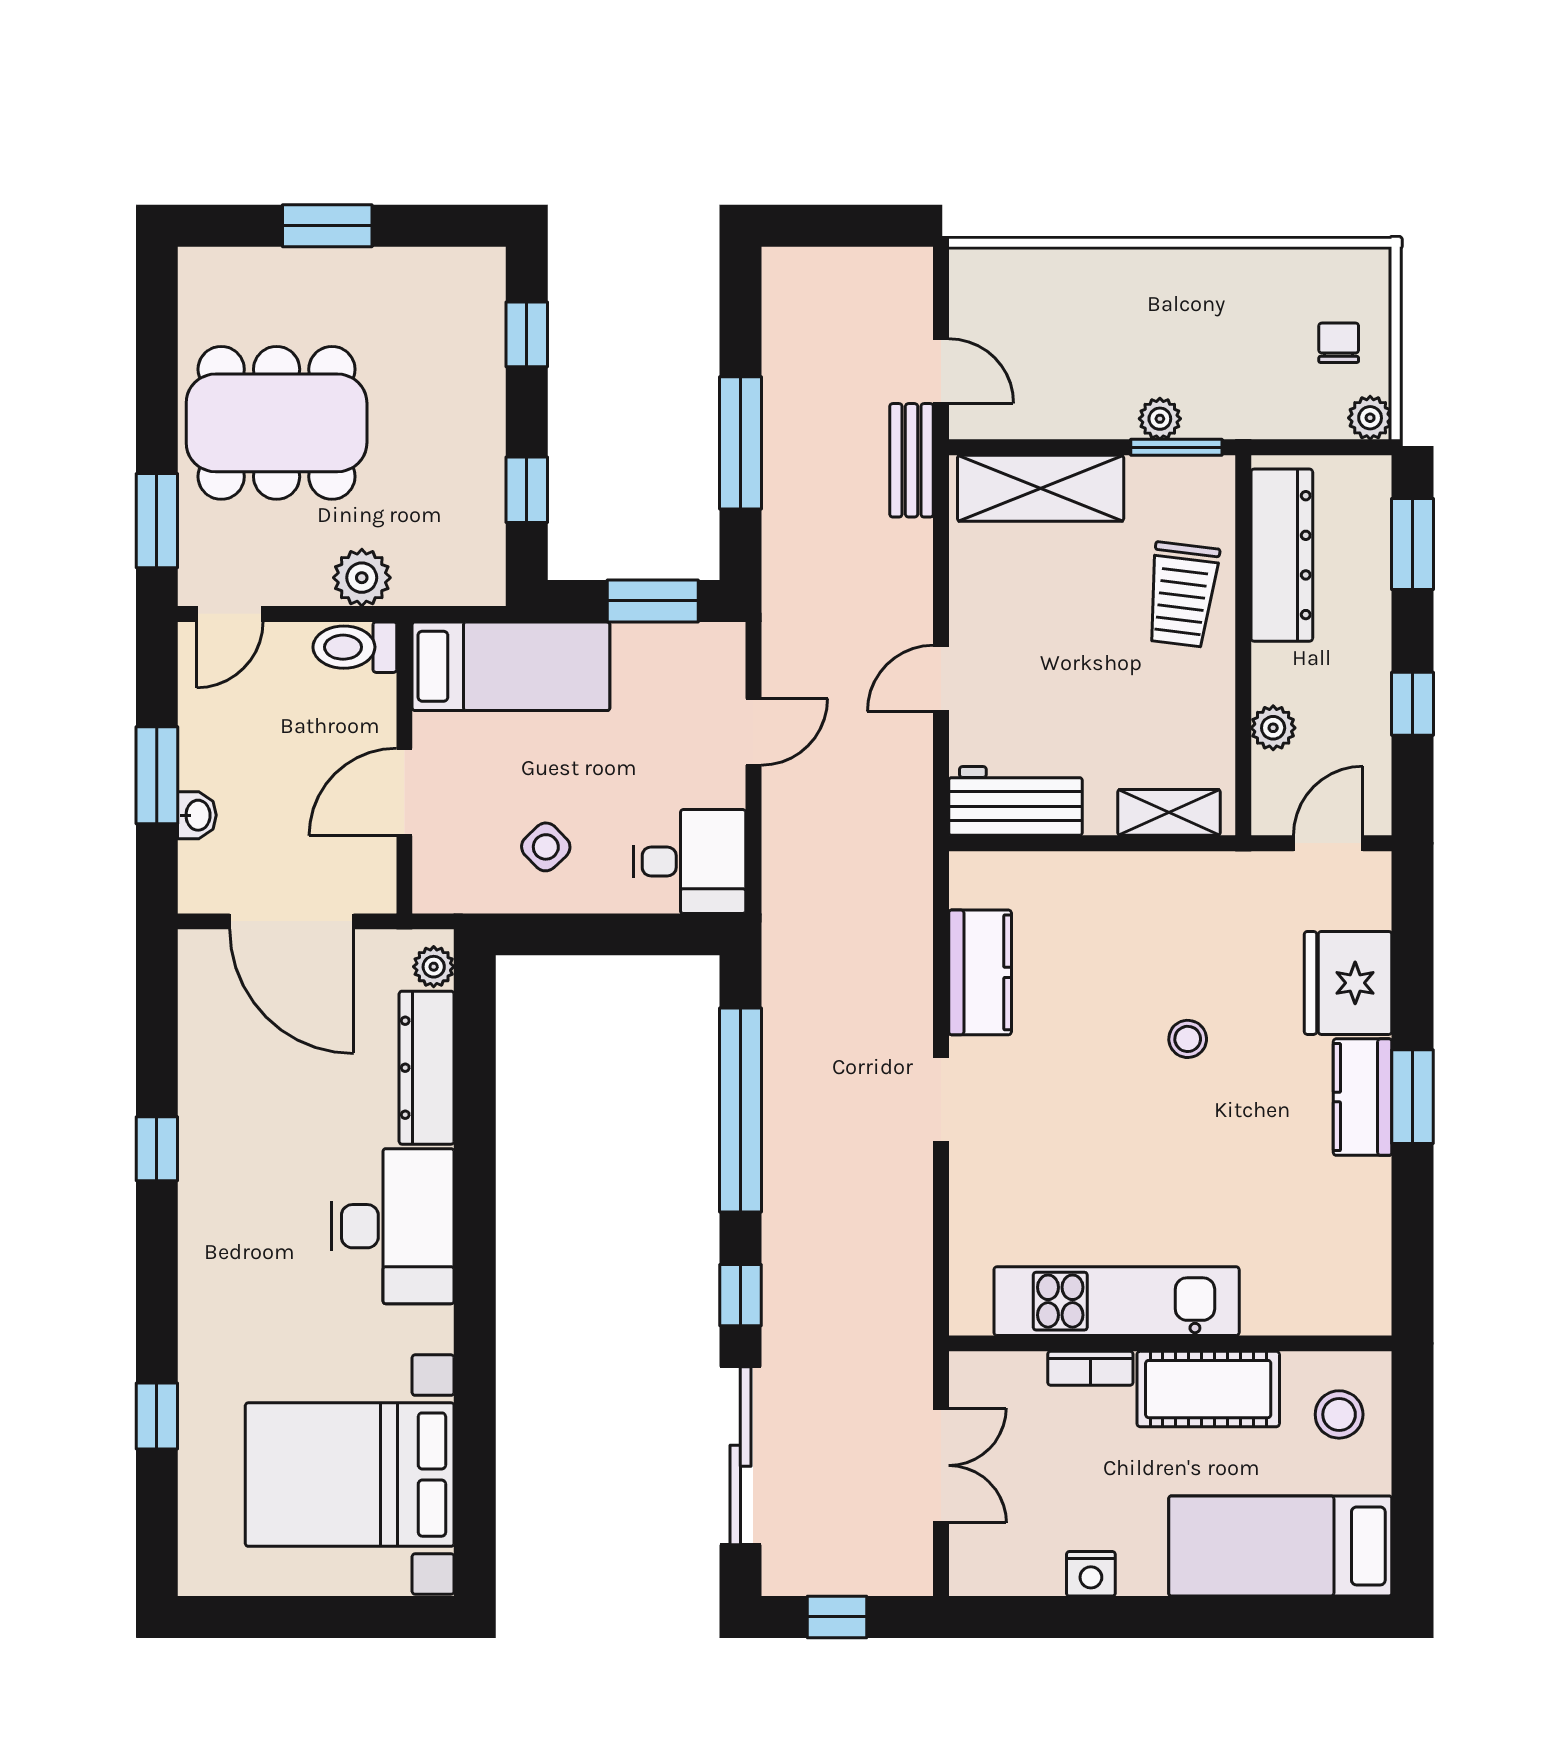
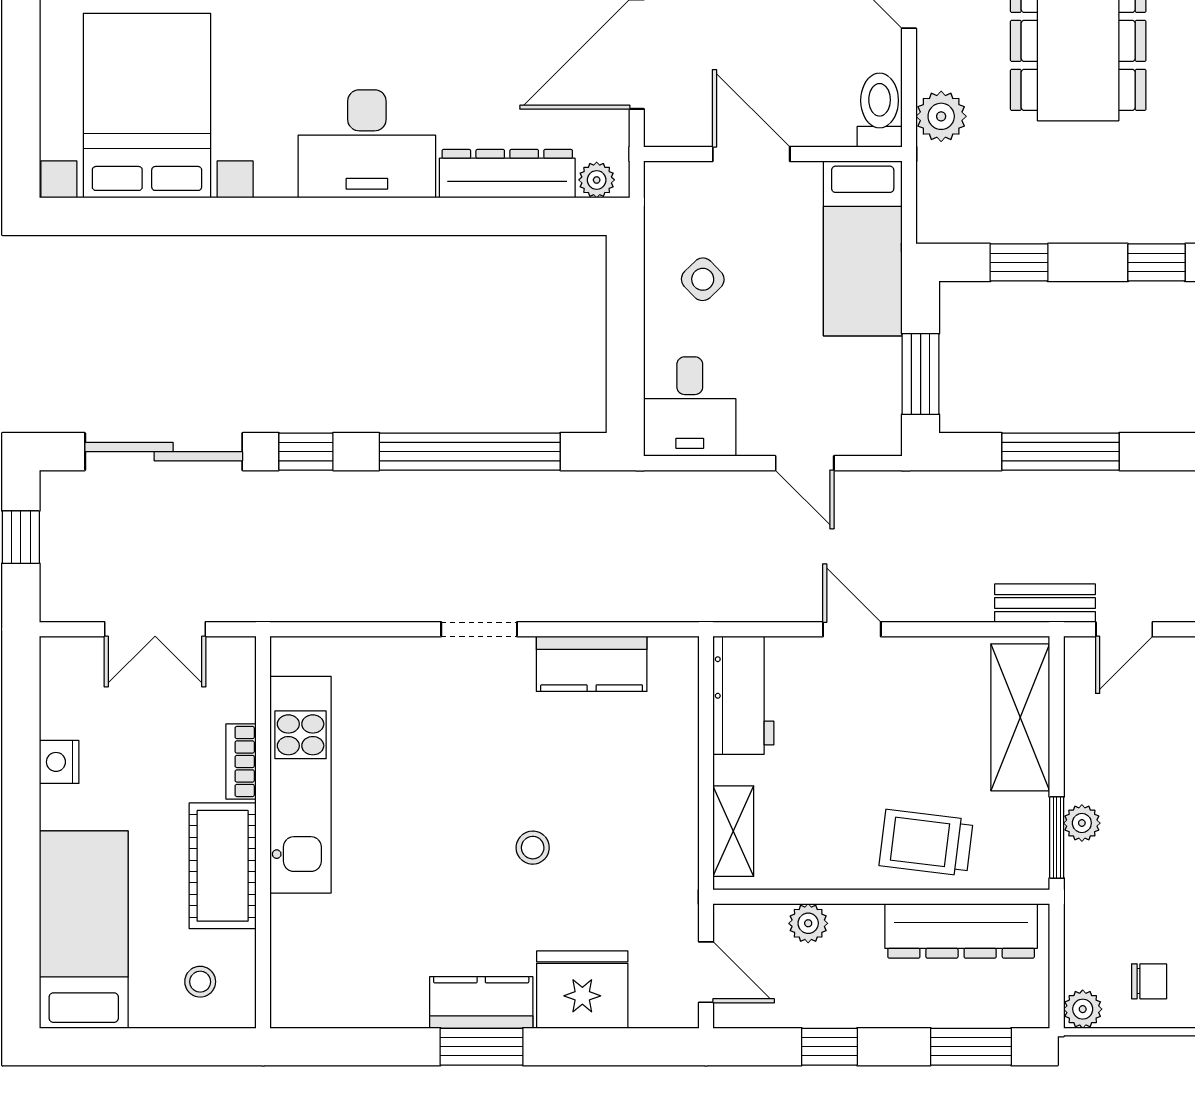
stool: (1339, 1414) -> (200, 982), width x0.73, depth x0.73

